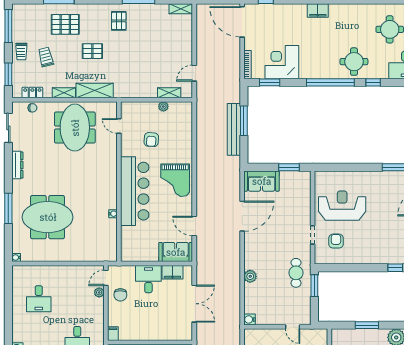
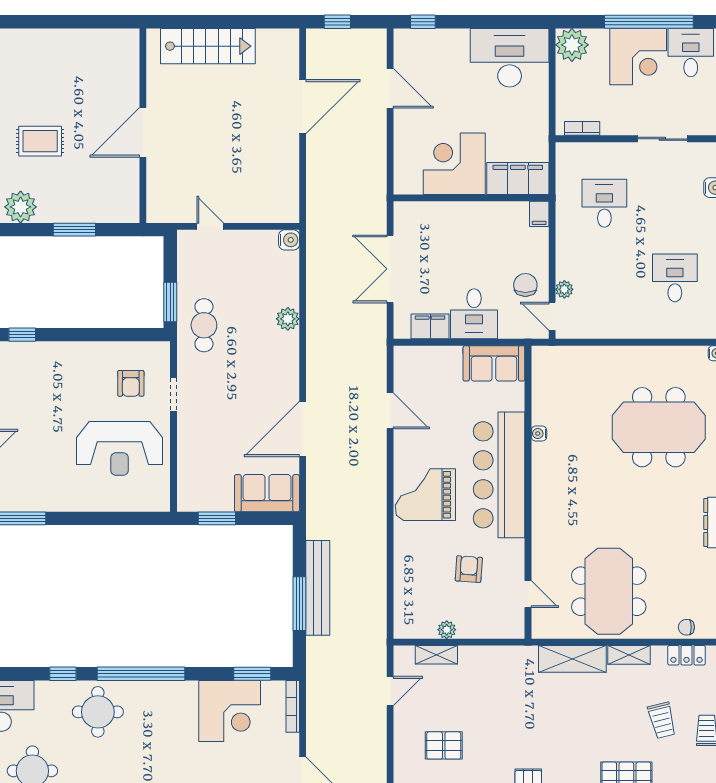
pallet: (92, 51) -> (444, 745), moved
grand piano: (175, 180) -> (425, 495), turned -90
sofa: (176, 252) -> (494, 363), moved
door: (106, 278) -> (552, 316), swing flipped

